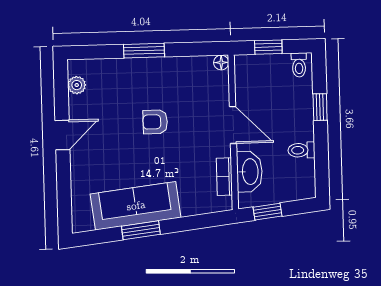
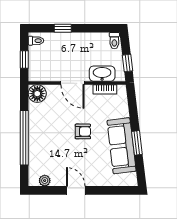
window: (144, 51) -> (24, 138), width x2.11
floor lamp: (221, 63) -> (37, 94), width x1.89, depth x1.89
armchair: (155, 122) -> (83, 131), moved, turned -90
door: (233, 125) -> (72, 83), swing flipped
toilet: (301, 150) -> (114, 41), moved

